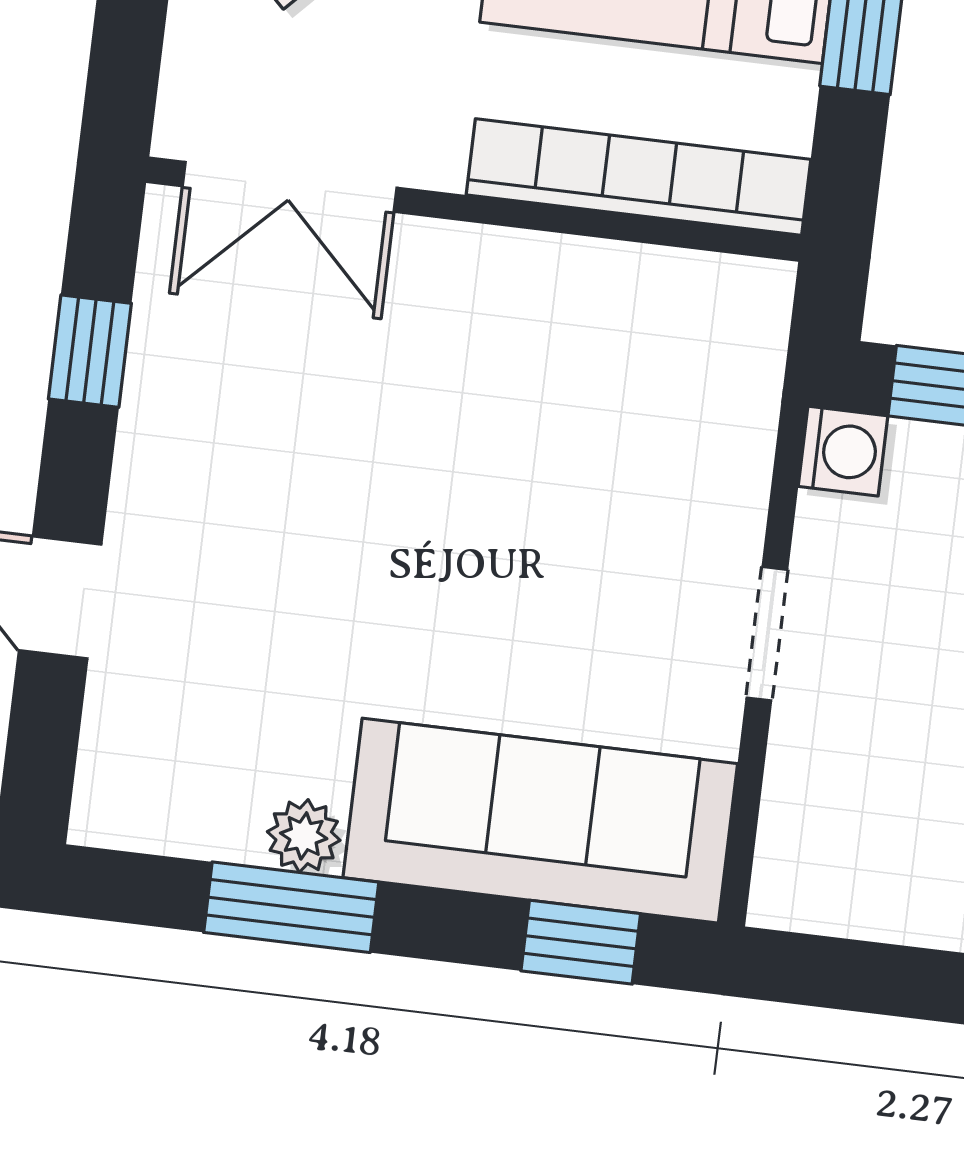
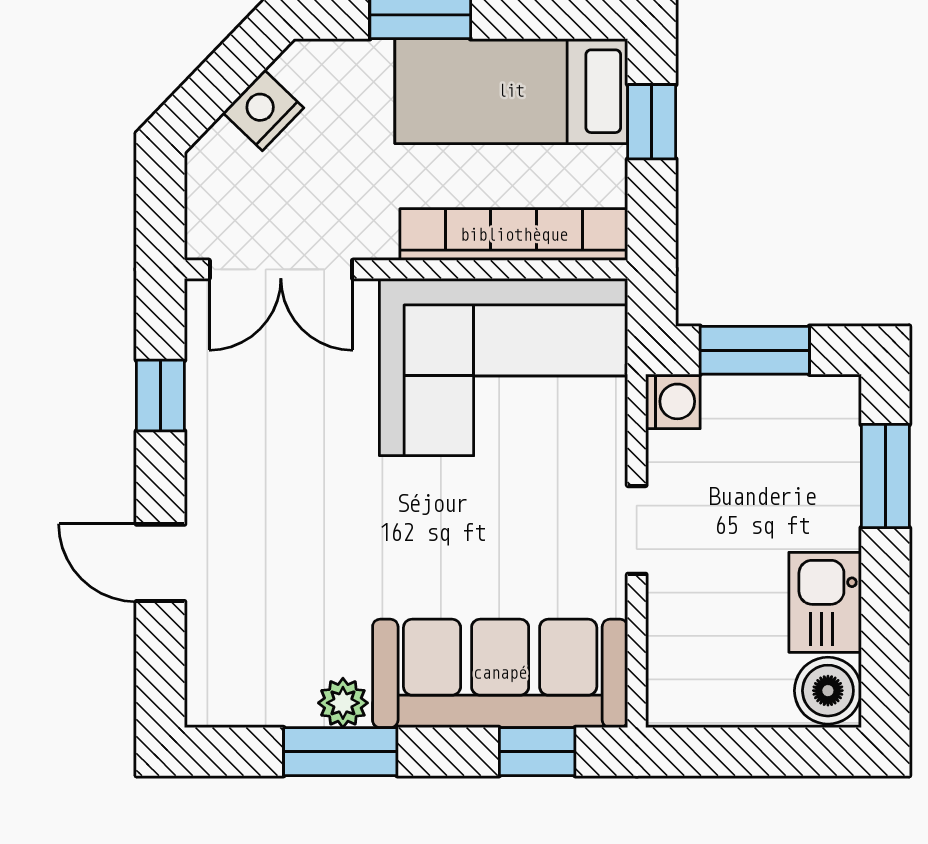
corner sofa: (600, 370) -> (503, 367), added

